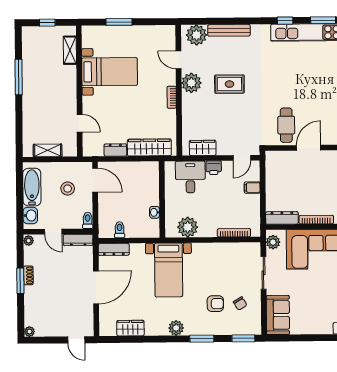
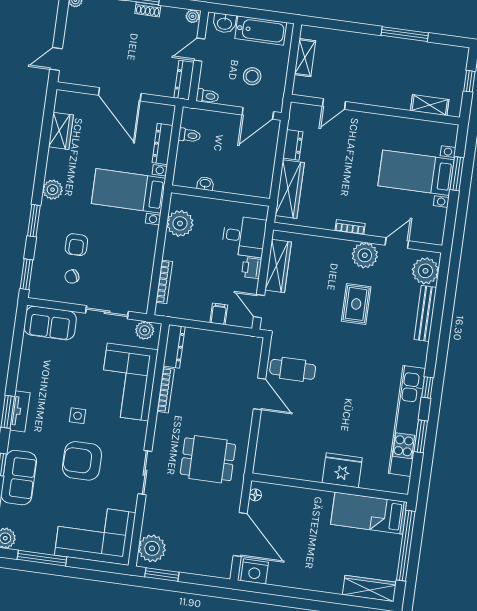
bed with nightstands: (110, 72) -> (416, 173), moved, turned 90
wardrobe: (203, 148) -> (278, 266), width x1.50
dresser: (114, 249) -> (162, 144), moved

